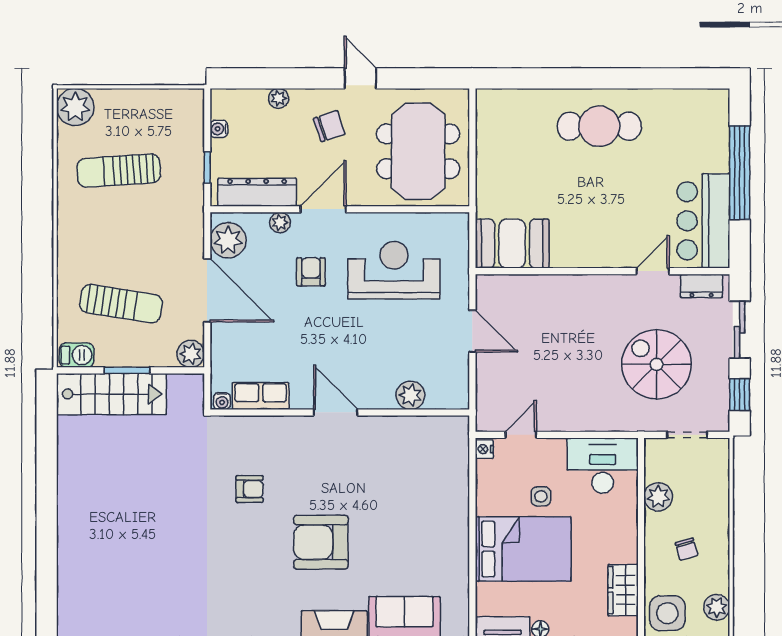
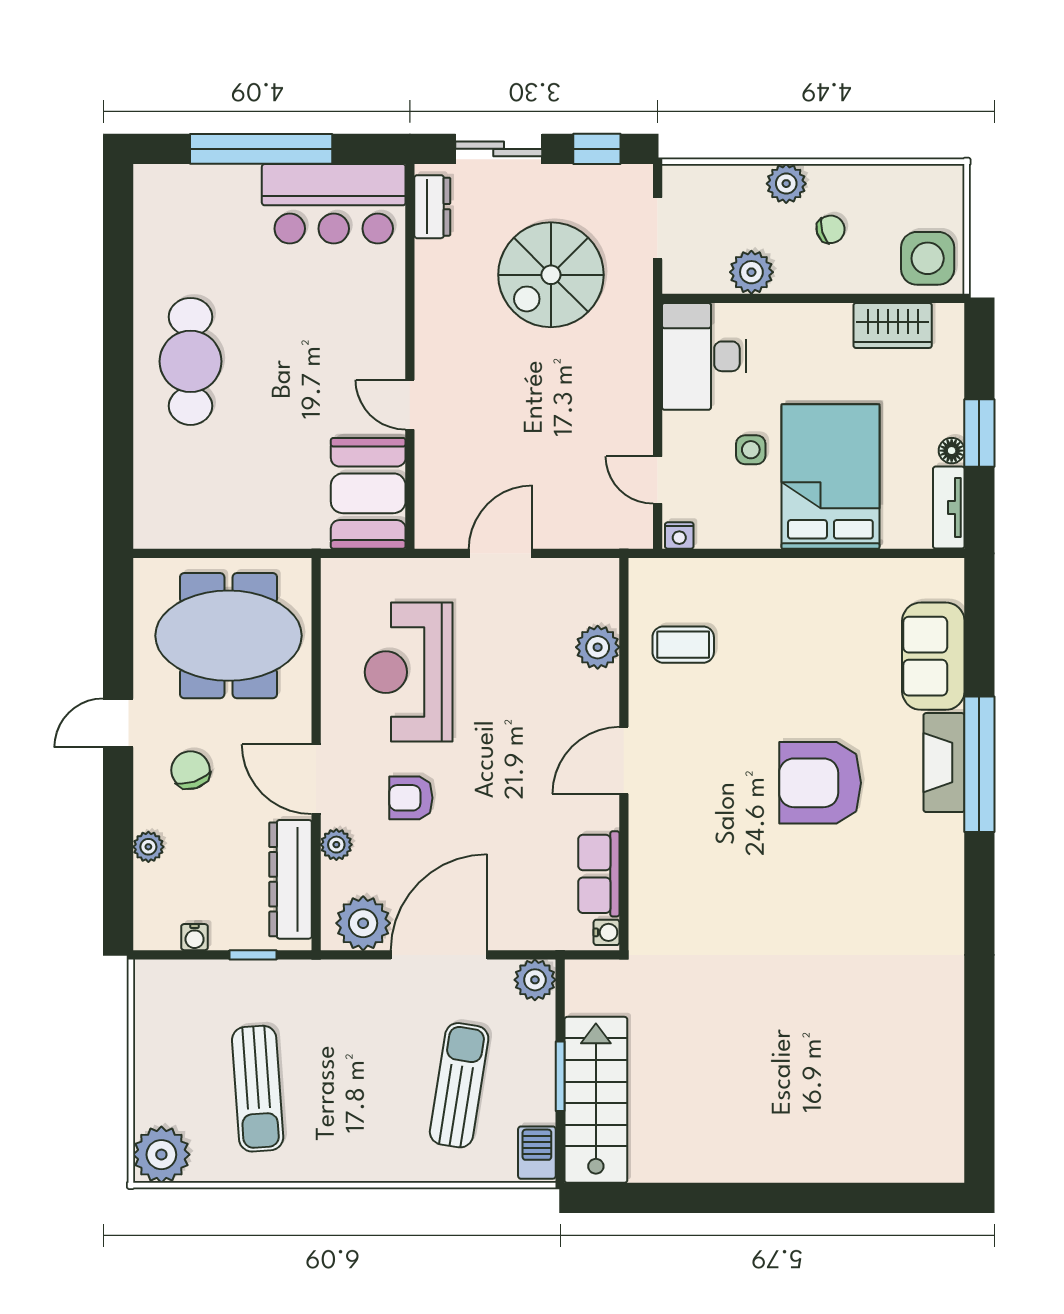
door: (653, 271) -> (410, 405), moved
coffee table: (412, 452) -> (683, 645), added
armchair: (250, 489) -> (740, 891), removed
armchair: (321, 542) -> (820, 783), turned 90
plant: (717, 607) -> (786, 184), moved

